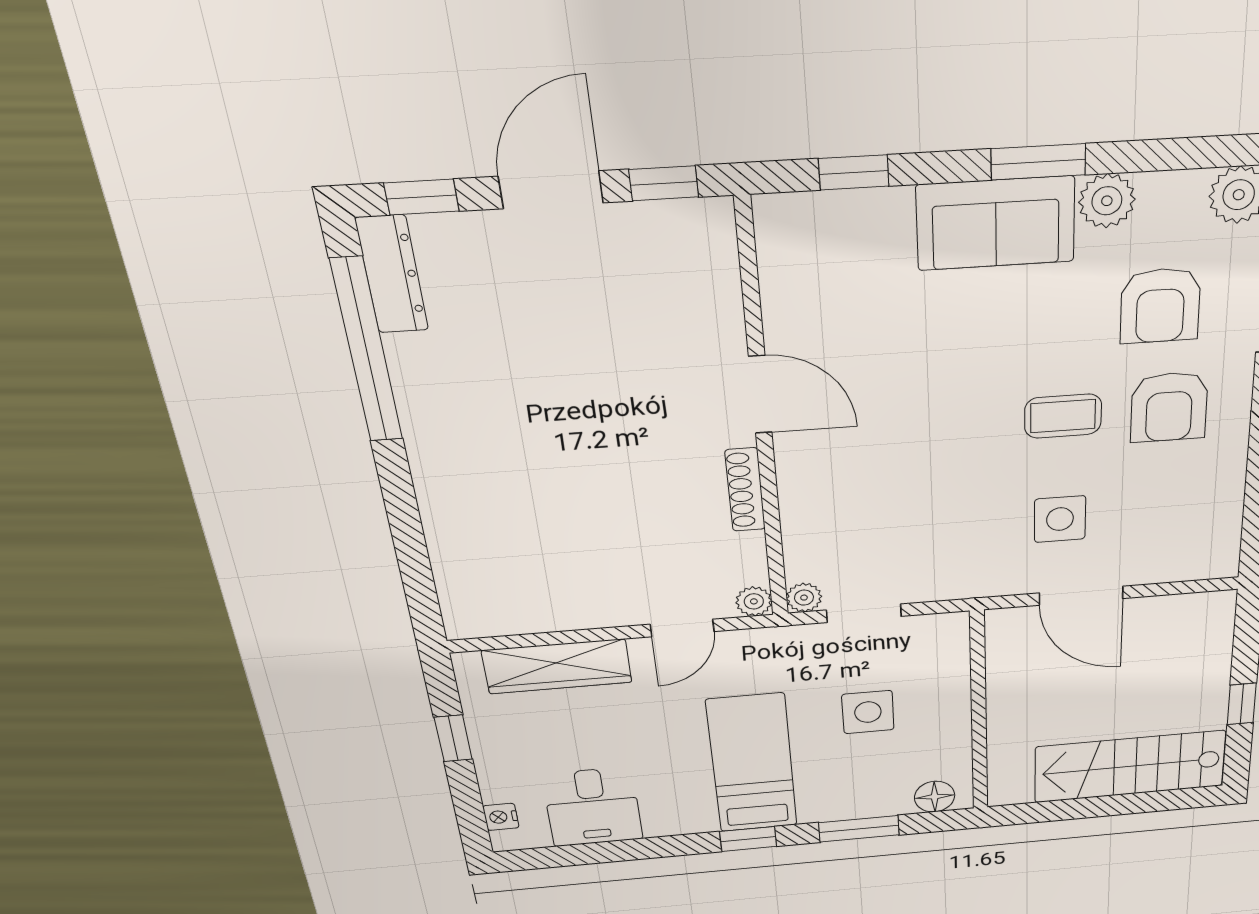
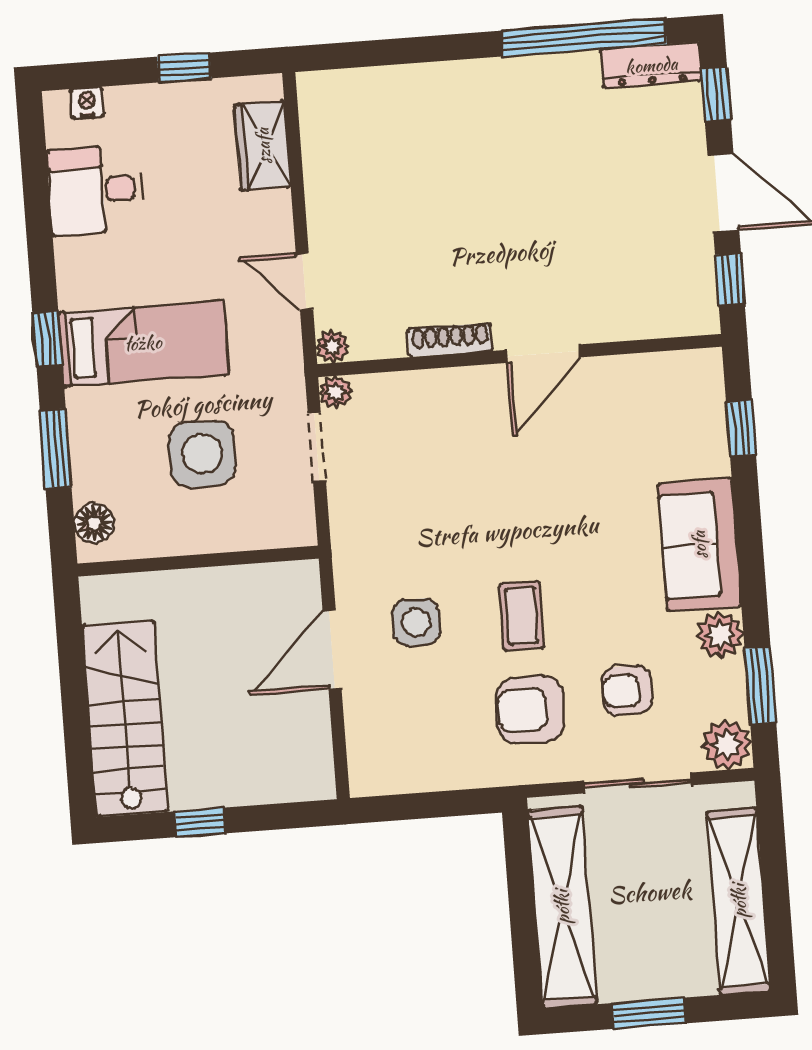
window: (1038, 162) -> (760, 685), moved
armchair: (1160, 306) -> (627, 690), width x0.72, depth x0.72
wardrobe: (557, 666) -> (263, 146), width x0.67
side table: (868, 712) -> (202, 454), width x1.37, depth x1.37

